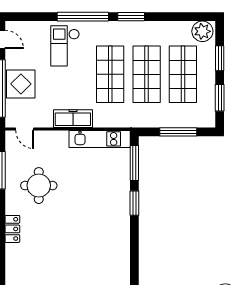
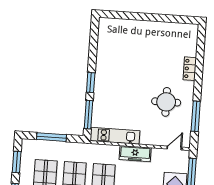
door: (25, 129) -> (174, 148), hinge flipped

